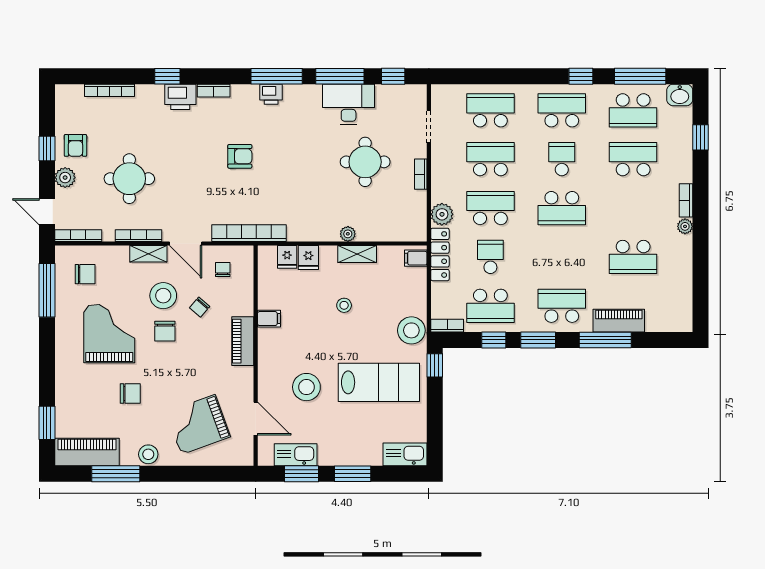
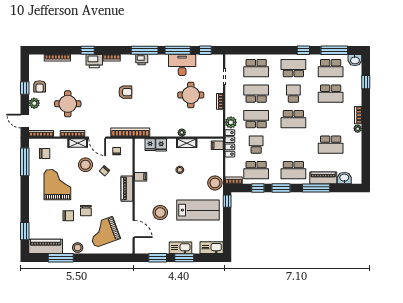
school desk: (490, 110) -> (256, 68), turned 180
school desk: (633, 159) -> (331, 94), turned 180
school desk: (562, 306) -> (293, 170), turned 180
washbasin: (659, 321) -> (344, 178), added
chair: (165, 331) -> (86, 211), moved
kitchen sink: (296, 455) -> (181, 248), moved

